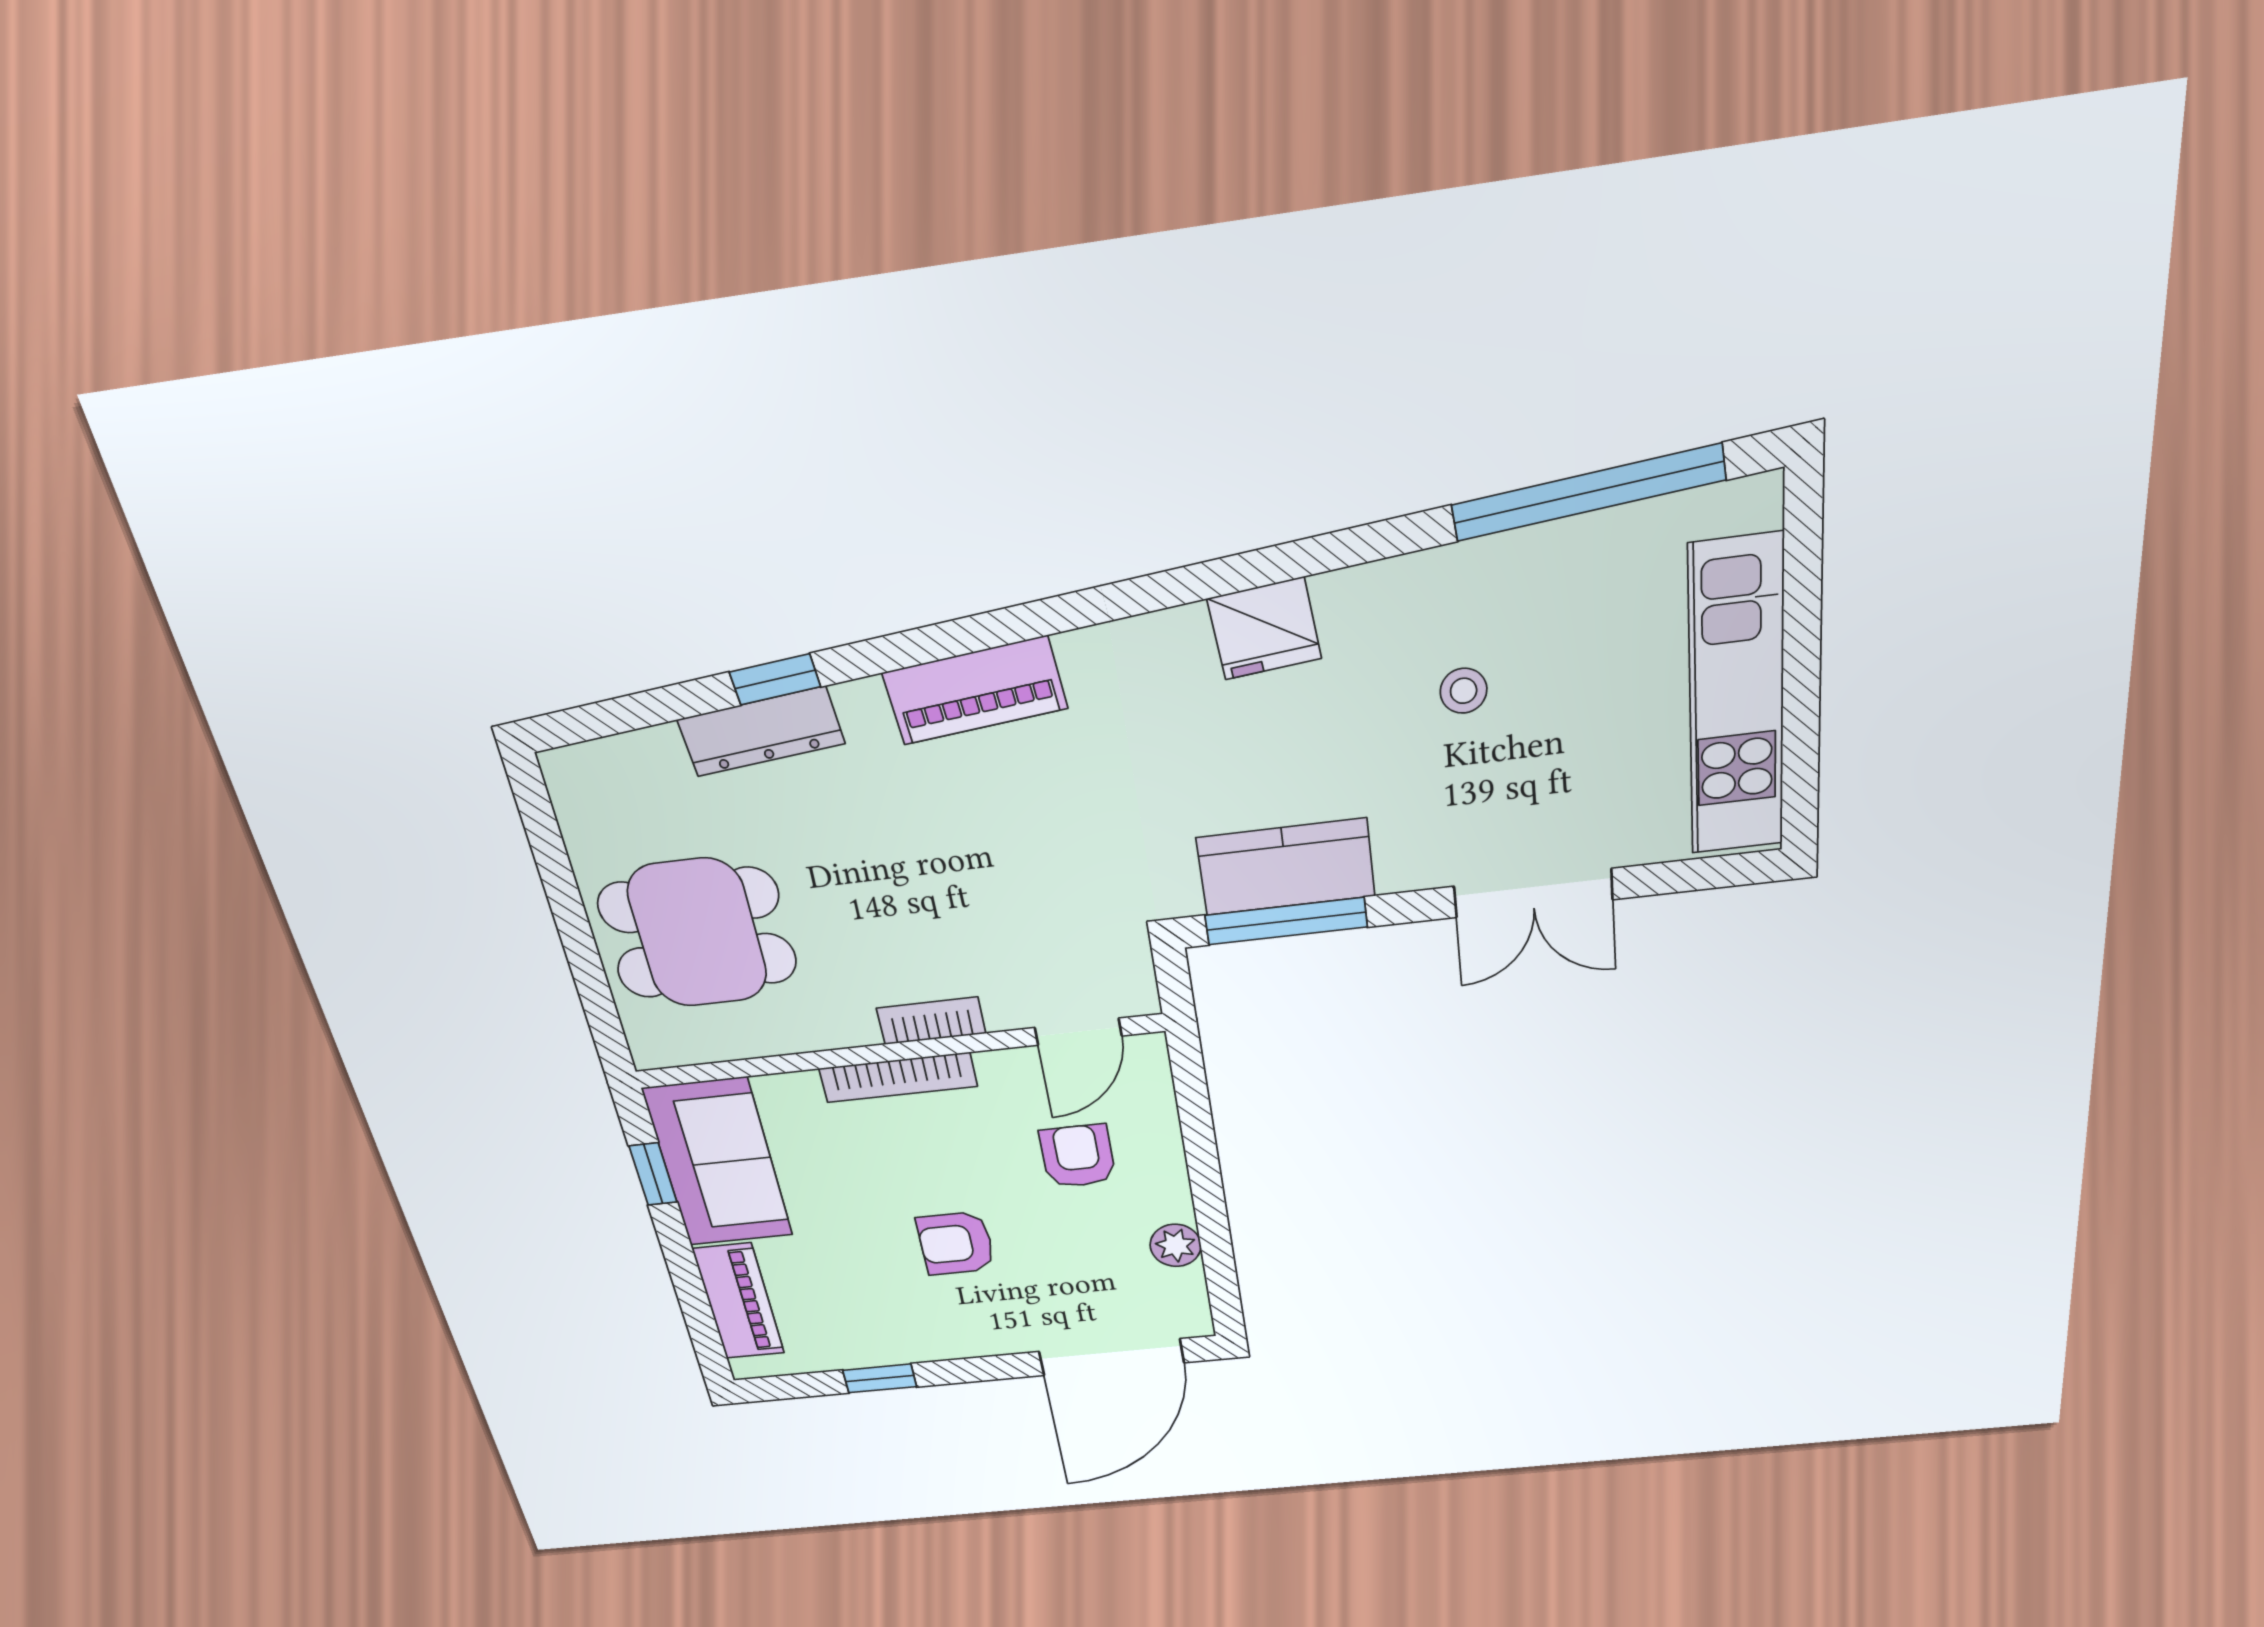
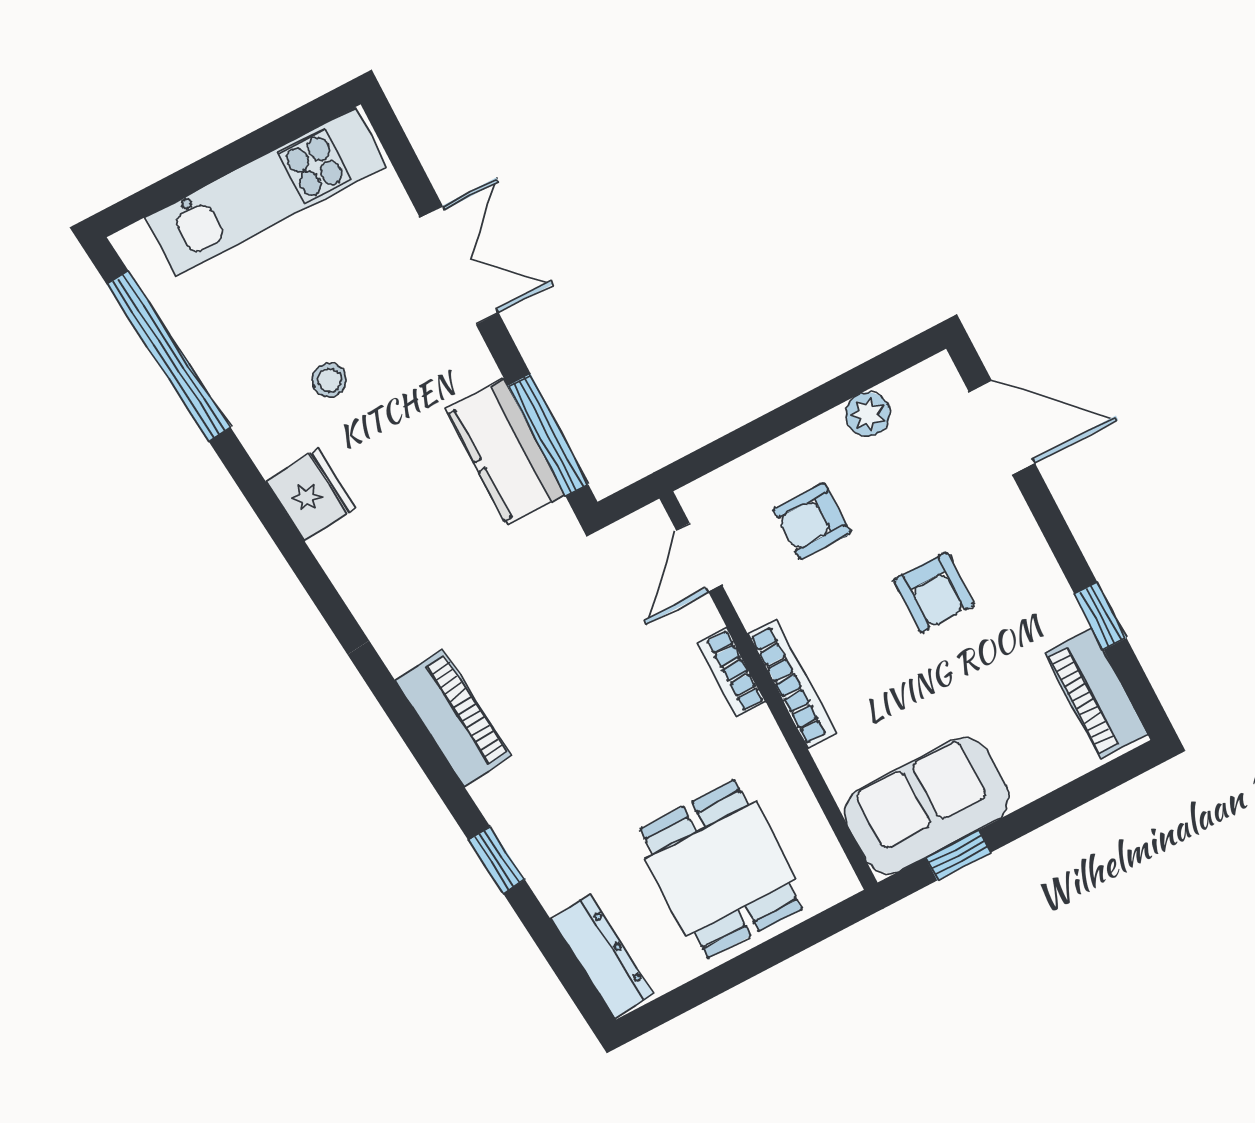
fridge: (1264, 629) -> (311, 495), moved
dresser: (761, 732) -> (602, 957), moved
door: (1078, 1032) -> (699, 557), swing flipped
piano: (739, 1301) -> (1096, 693), moved, turned -90
door: (1112, 1357) -> (1002, 428), width x0.73

